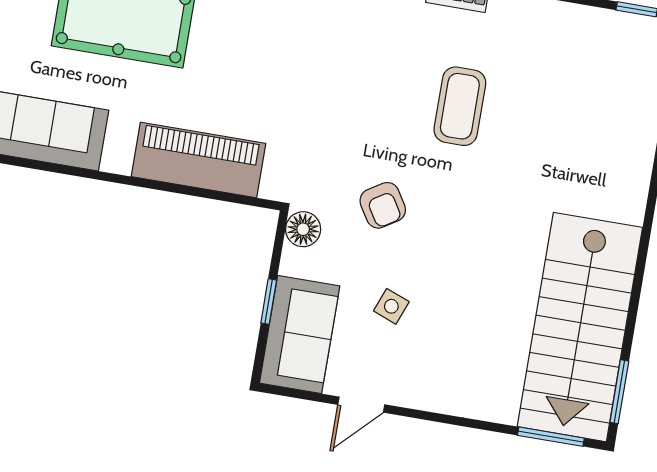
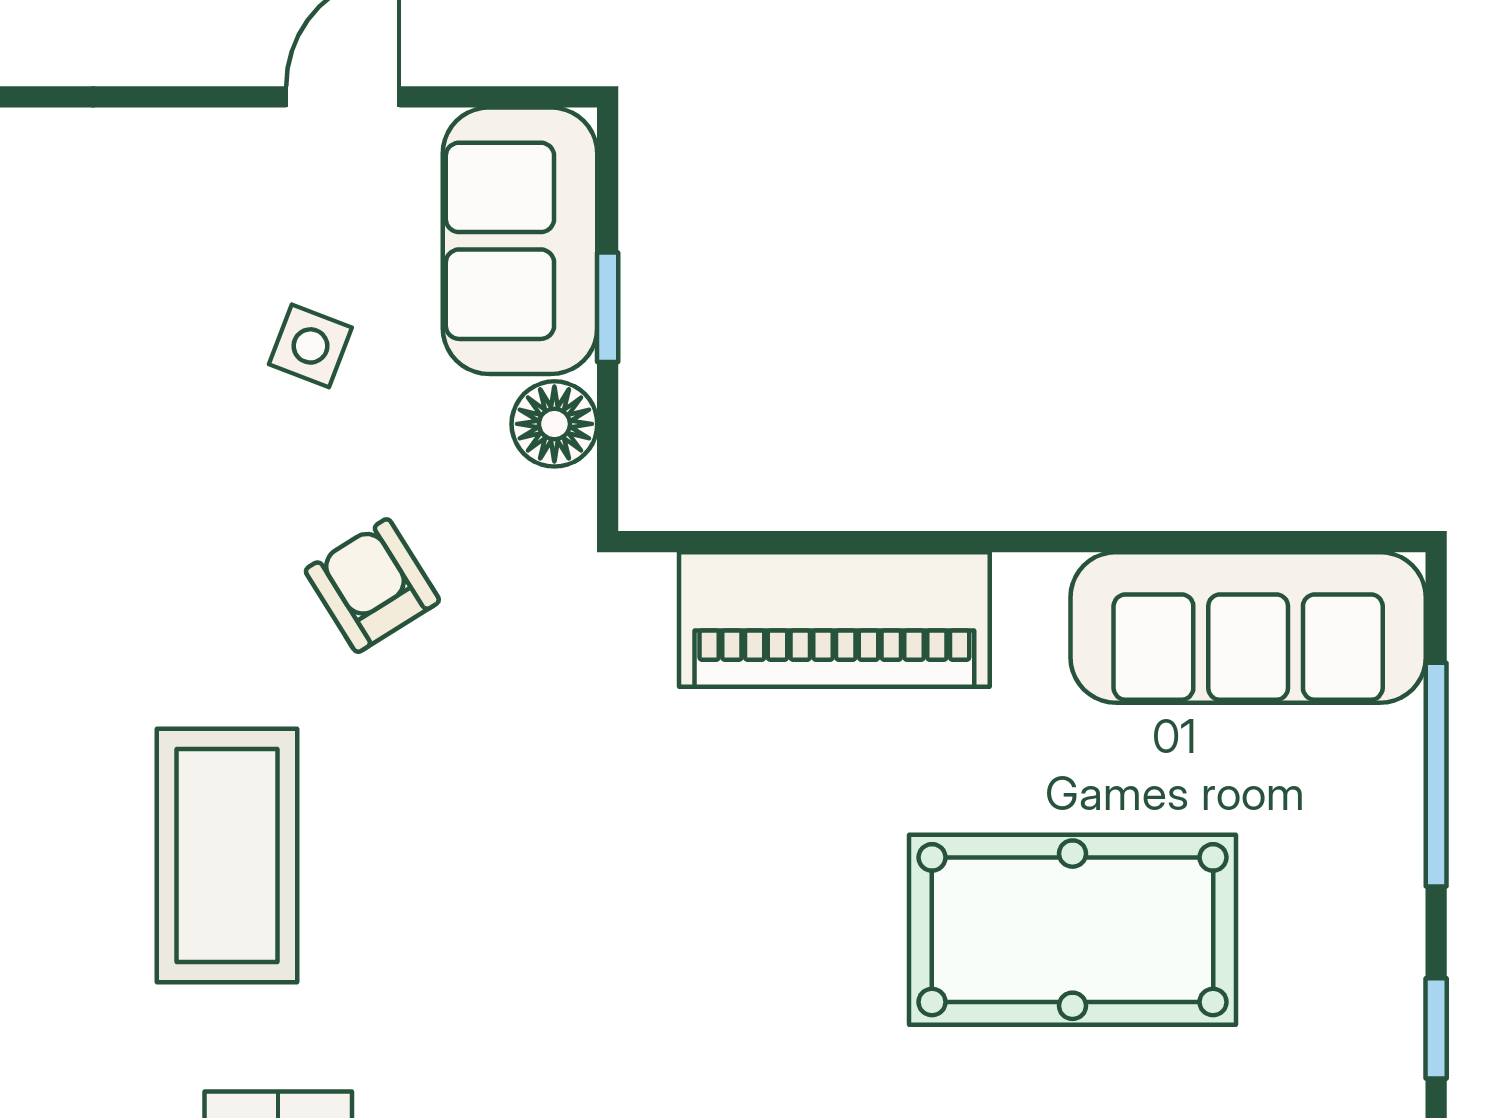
coffee table: (460, 106) -> (227, 856), width x1.36, depth x1.32
floor lamp: (303, 229) -> (554, 424), moved

